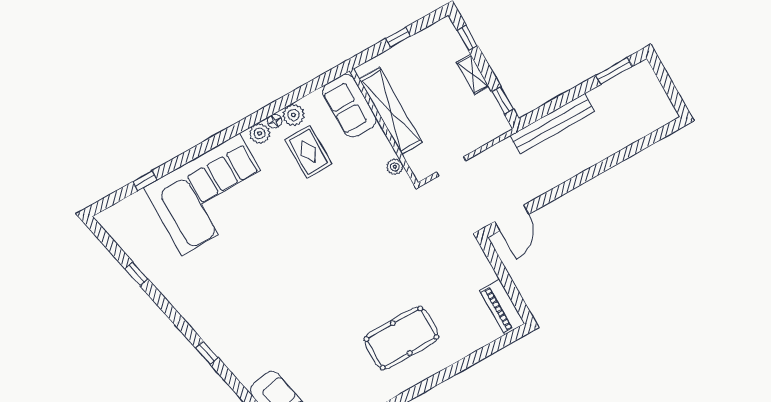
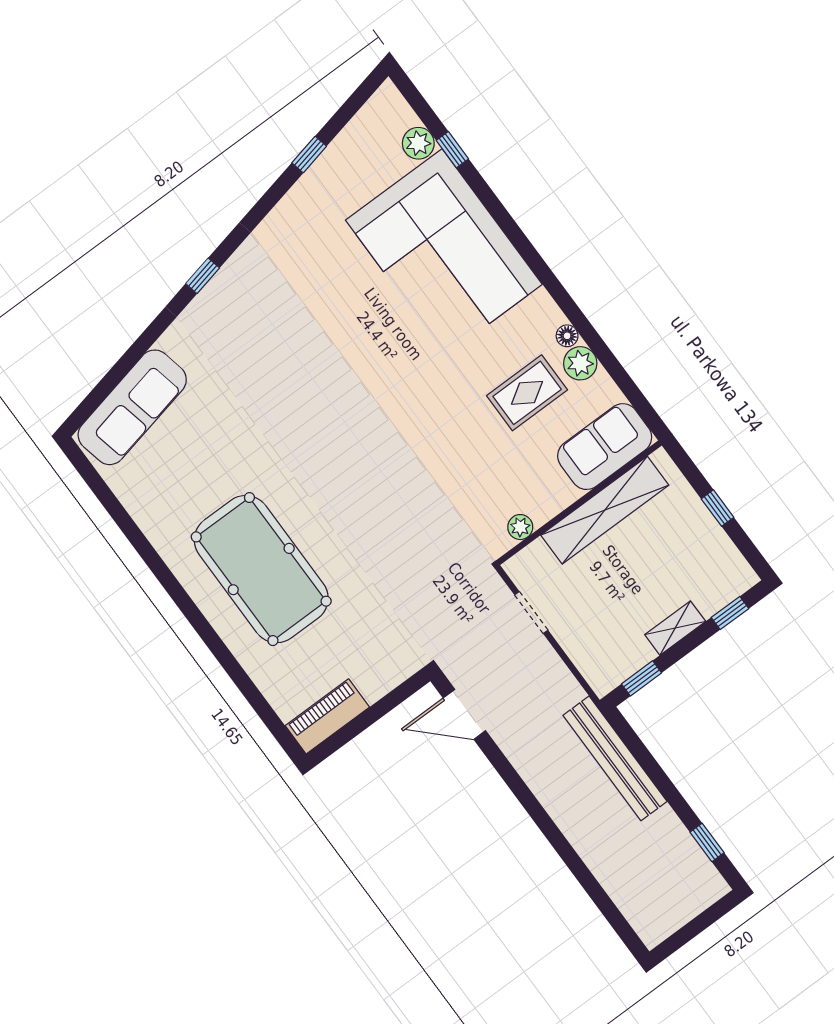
window: (614, 71) -> (707, 842), width x0.67
plant: (260, 133) -> (418, 143), moved
pool table: (401, 338) -> (261, 569), width x1.36, depth x1.32

